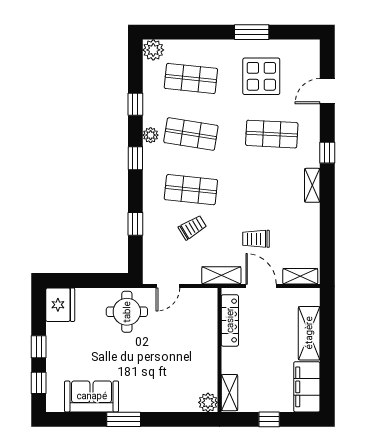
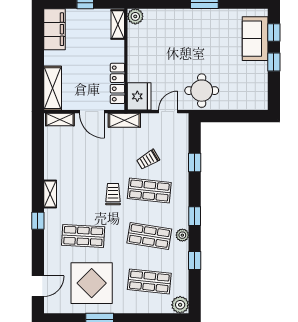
display table: (261, 76) -> (92, 283), width x1.36, depth x1.36
door: (327, 91) -> (38, 286), moved
trolley: (256, 239) -> (113, 194), moved, turned -90
fridge: (60, 305) -> (139, 96), moved, turned 180
shelving: (309, 333) -> (53, 88), moved
sofa: (92, 396) -> (255, 39), moved, turned 90

